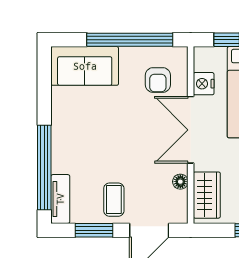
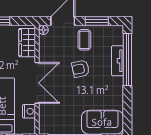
armchair: (158, 80) -> (81, 69), moved, turned -102
floor lamp: (180, 182) -> (43, 30), moved
tv unit: (60, 199) -> (117, 61), moved

